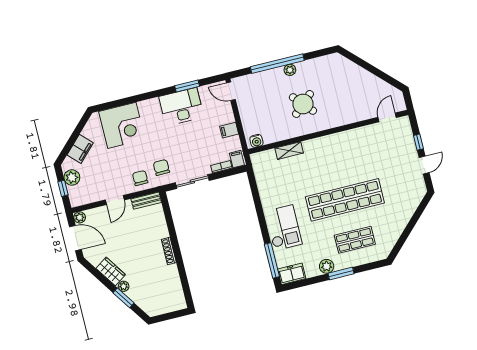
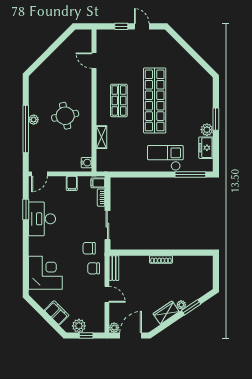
round table: (303, 104) -> (65, 116), turned 30
door: (387, 117) -> (94, 61), moved
shop shelf: (355, 240) -> (119, 100), moved
freezer: (292, 274) -> (206, 148), moved

